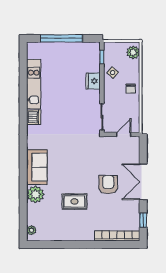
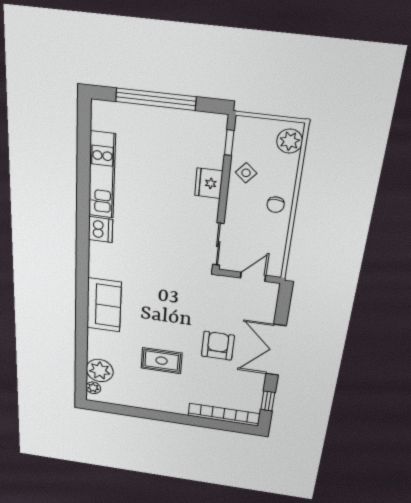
plant: (35, 194) -> (100, 371), moved

